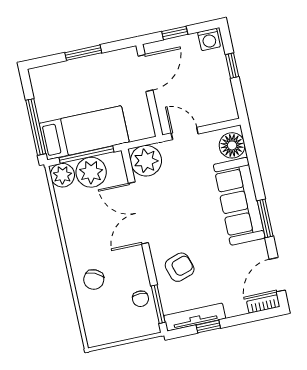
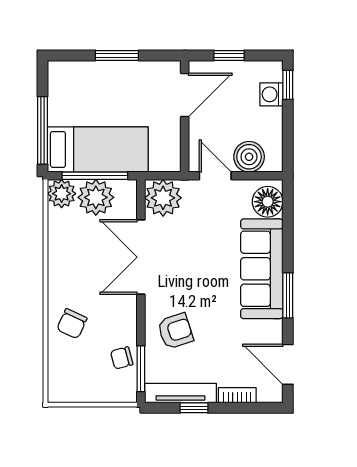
washing machine: (209, 39) -> (271, 94), moved, turned 90
window: (232, 66) -> (288, 85), moved
boiler: (209, 112) -> (249, 157), added
door: (277, 275) -> (288, 364), hinge flipped
chair: (140, 299) -> (122, 358), turned 75
bookcase: (263, 304) -> (237, 395), moved

